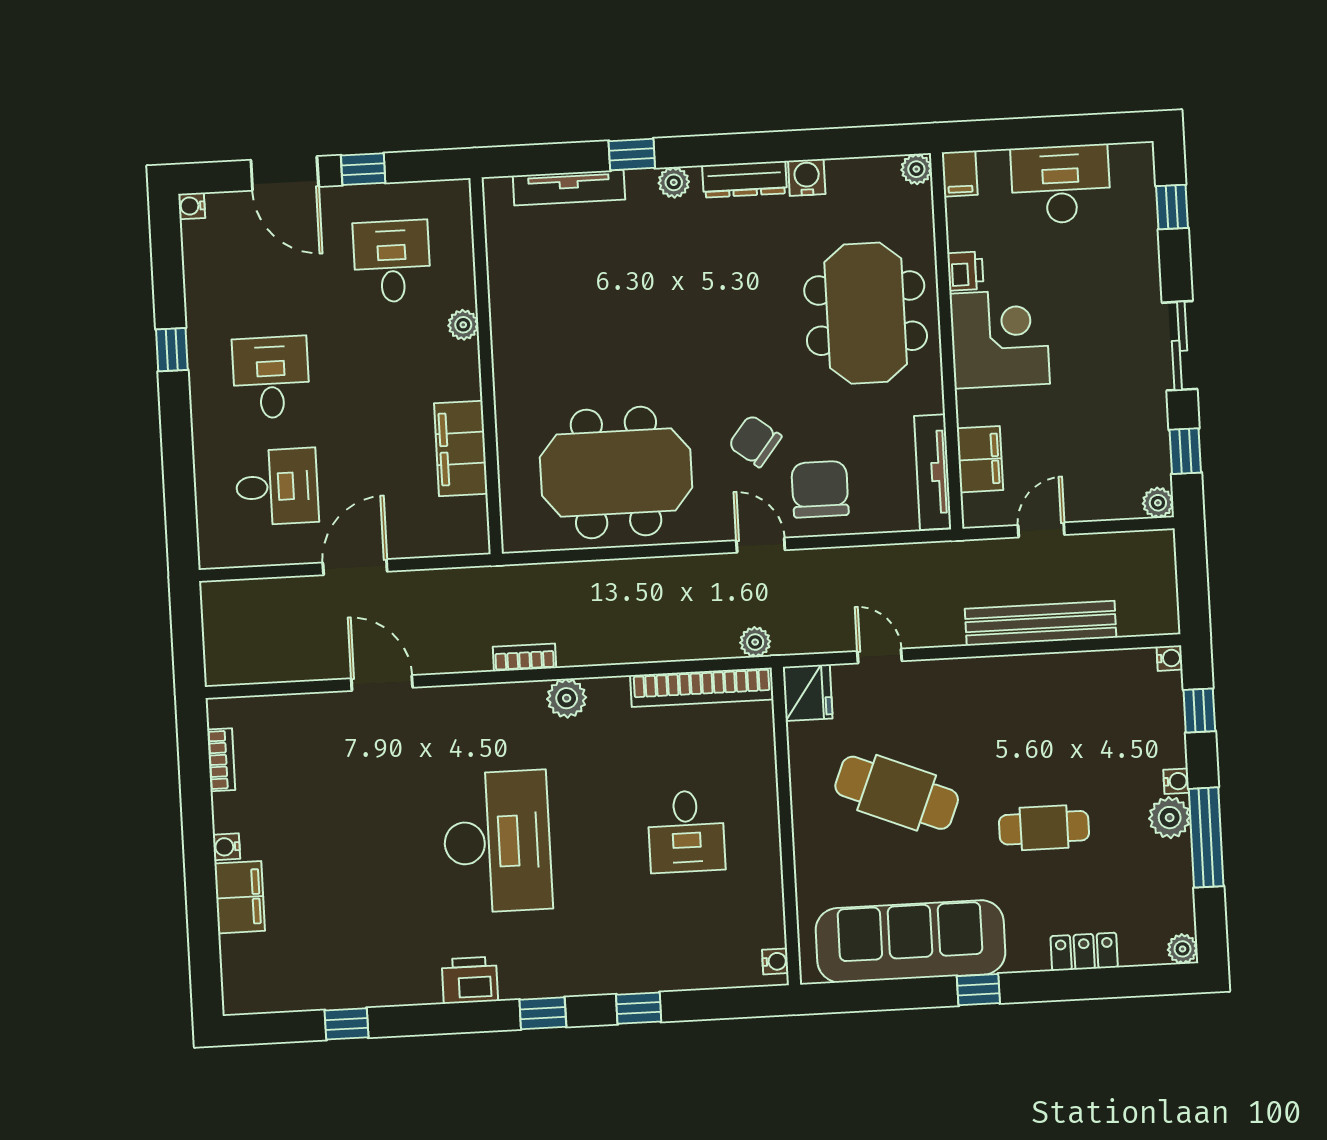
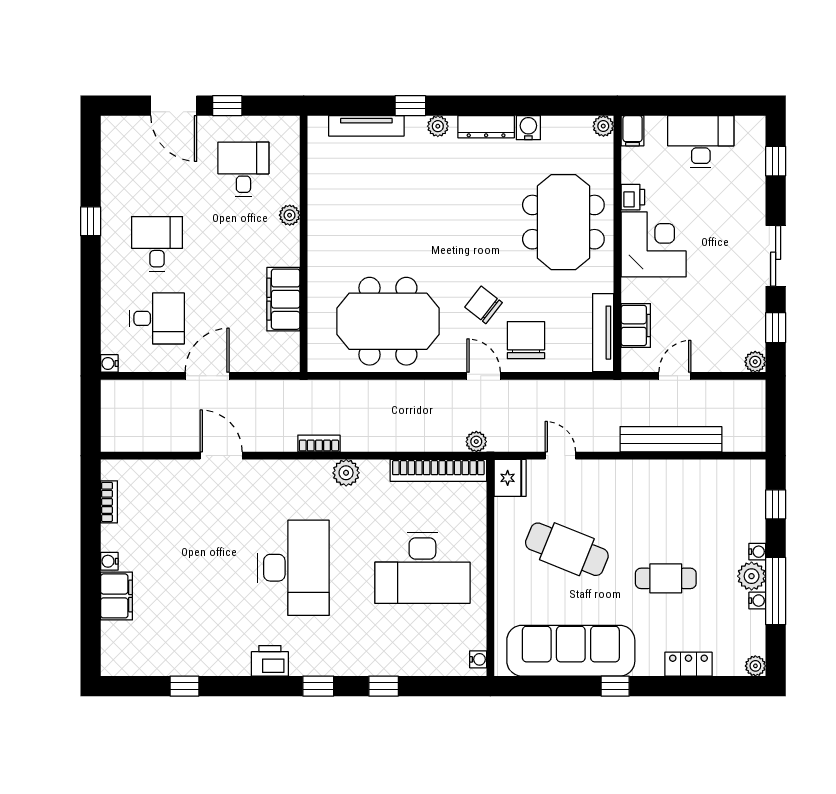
water cooler: (192, 206) -> (109, 363), moved
water cooler: (1169, 658) -> (757, 601), moved
desk: (686, 831) -> (422, 568), width x1.87, depth x1.30

